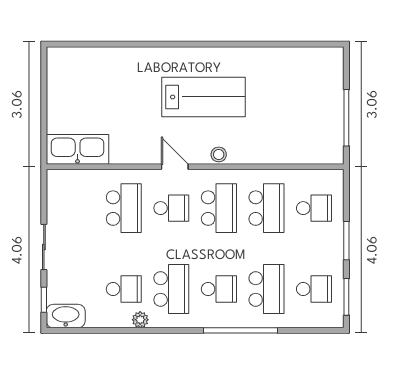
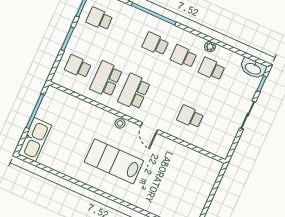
kitchen sink: (78, 149) -> (35, 140), moved, turned -90
school desk: (124, 208) -> (190, 117), width x0.54
school desk: (171, 208) -> (162, 104), removed
school desk: (171, 289) -> (184, 56), width x0.54
school desk: (266, 289) -> (127, 31), removed

